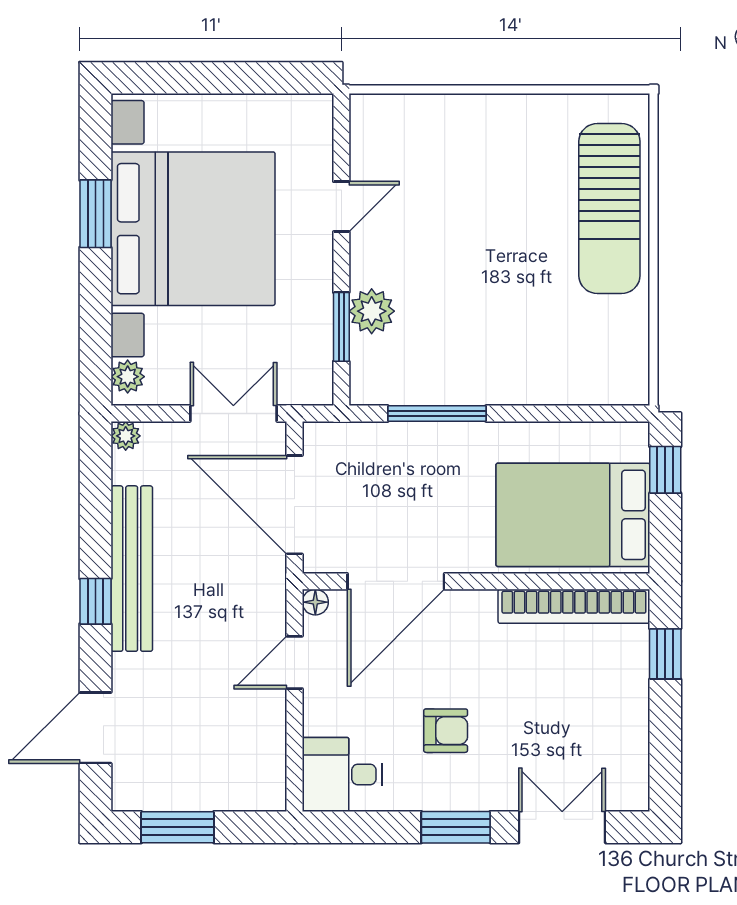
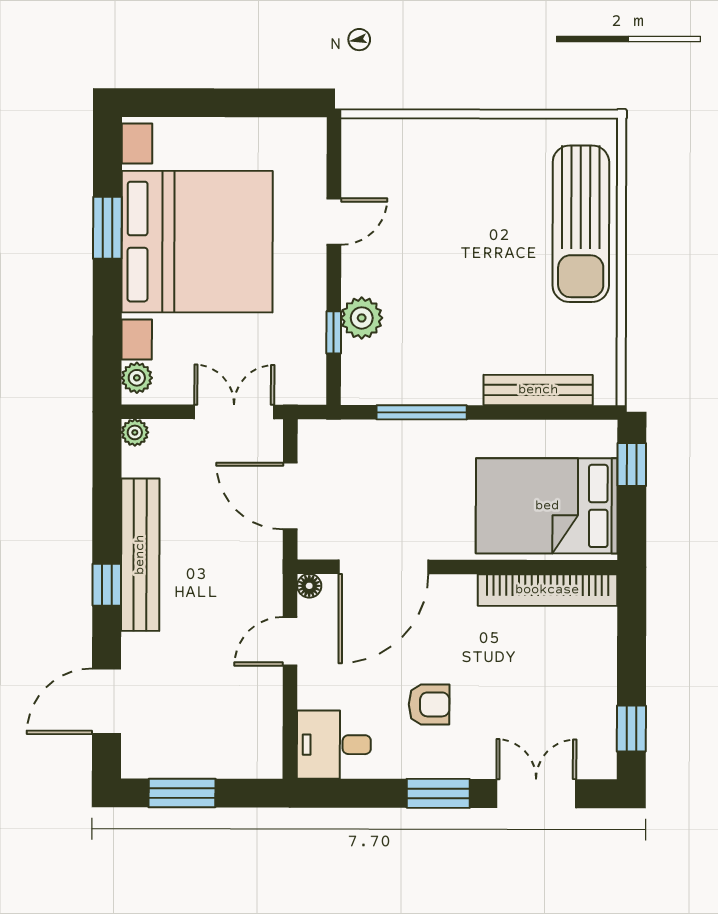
window: (341, 327) -> (334, 332), width x0.67
bench: (563, 389) -> (538, 390), added
door: (294, 505) -> (290, 496), width x0.73
window: (665, 654) -> (631, 729), moved

